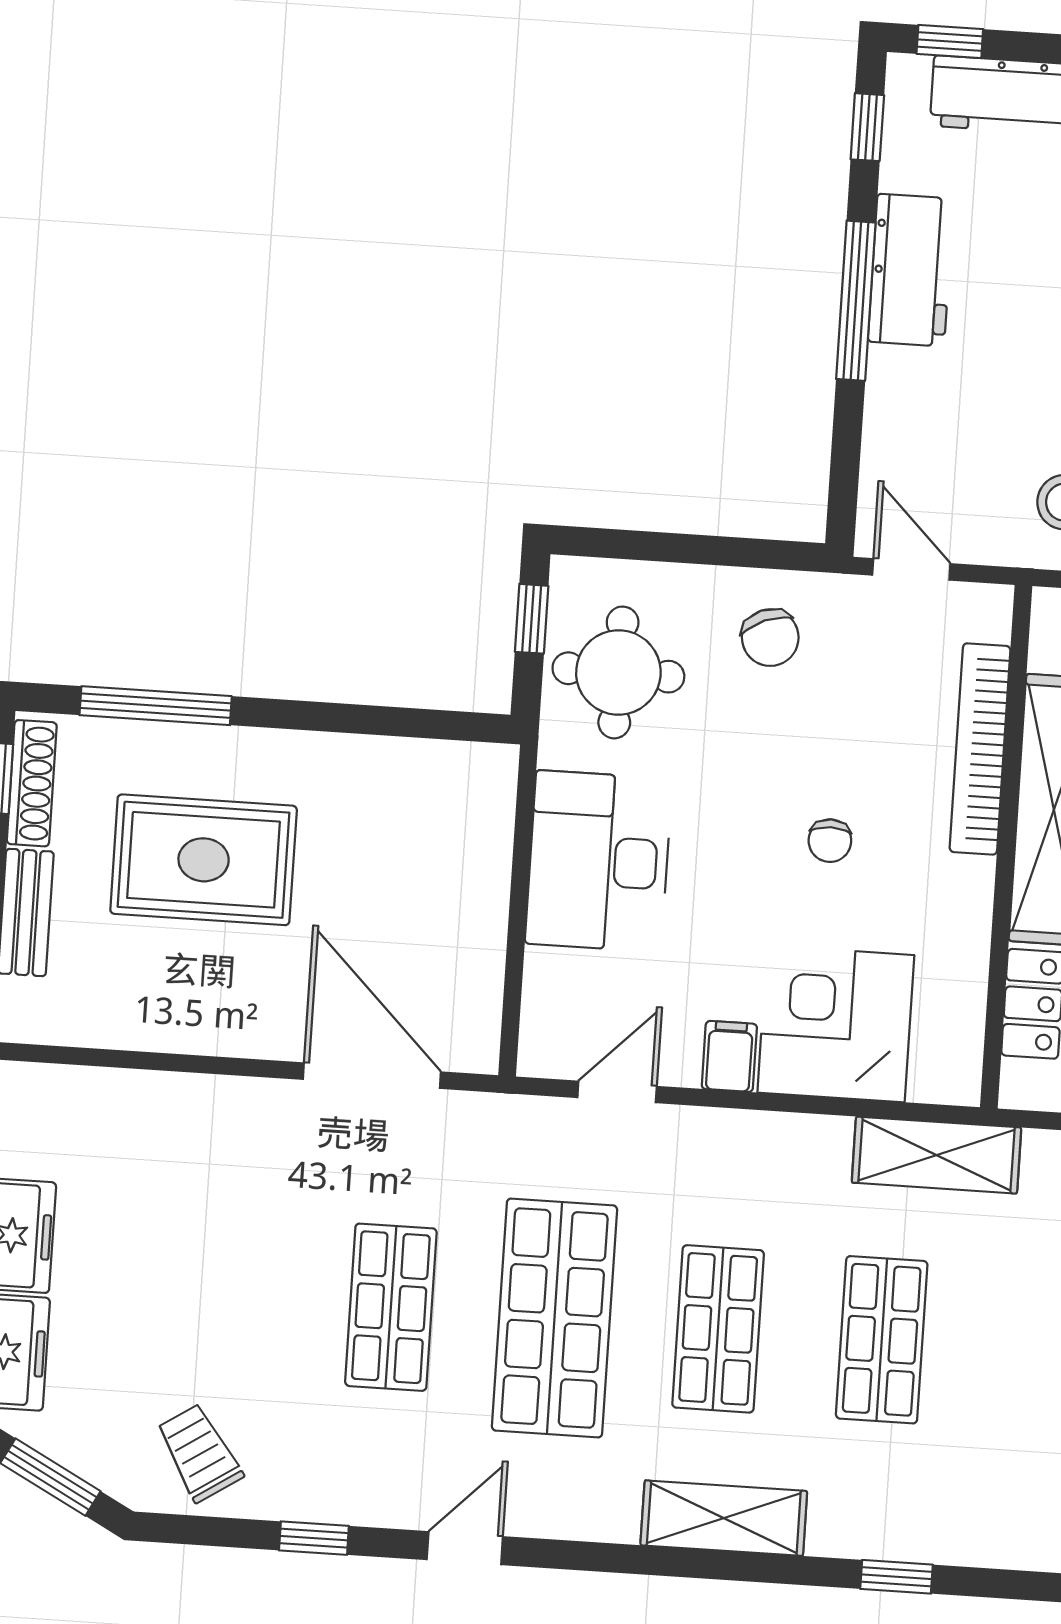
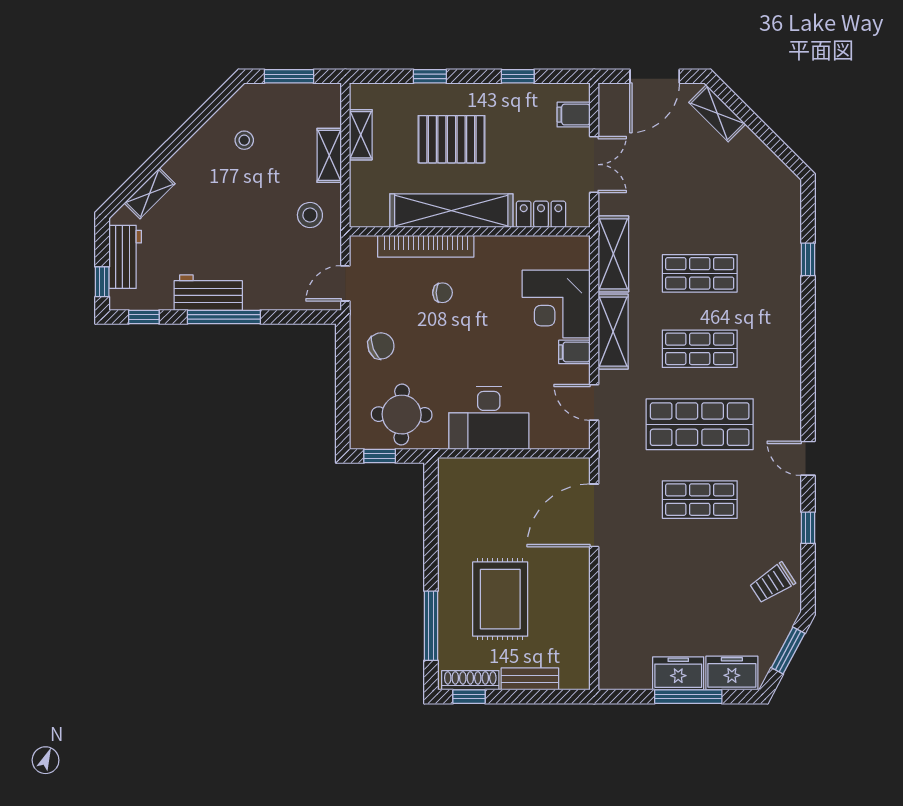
chair: (830, 841) -> (443, 293), moved
shelving: (724, 1518) -> (613, 332), moved

